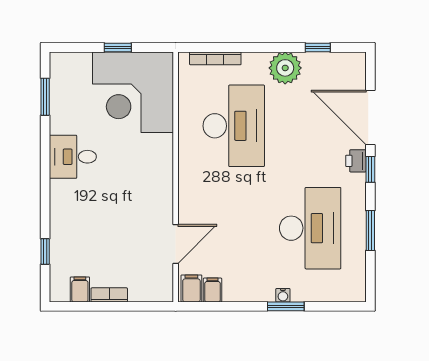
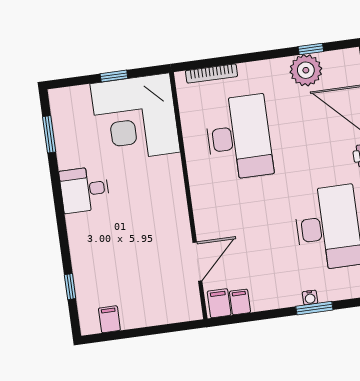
plant: (285, 68) -> (306, 70), moved
bookcase: (109, 295) -> (139, 321), removed

